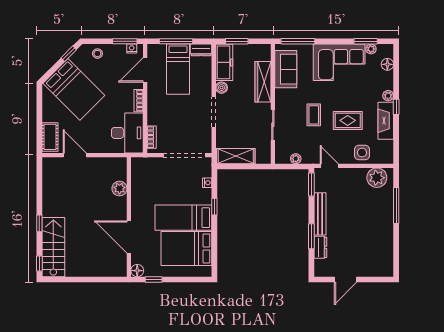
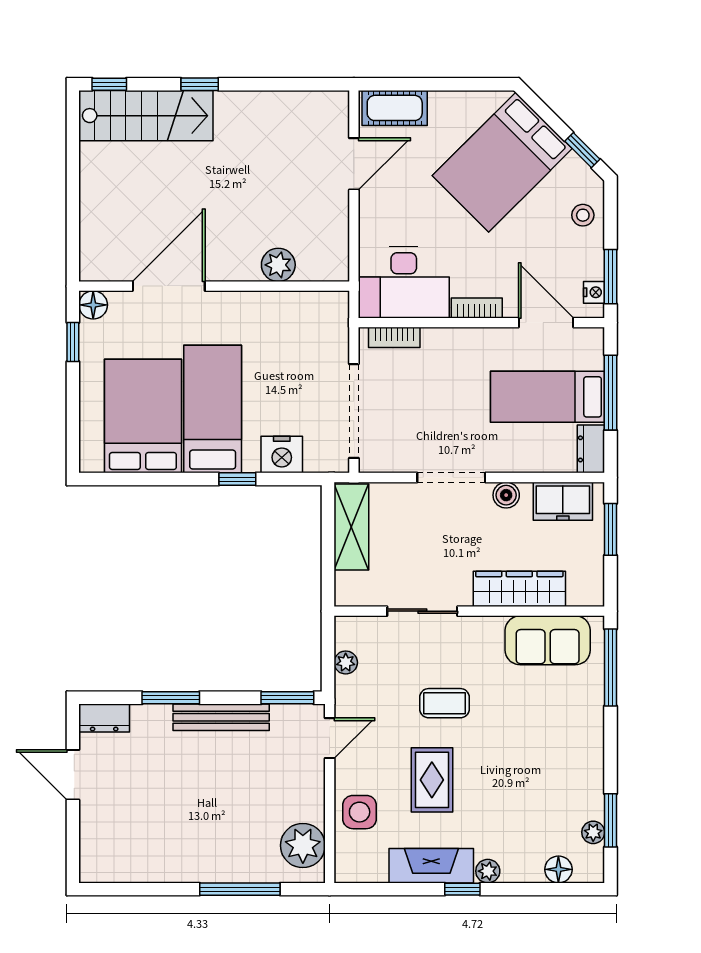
freezer: (224, 62) -> (563, 501), width x0.71
corner sofa: (339, 62) -> (563, 761), removed
nightstand: (207, 183) -> (282, 455), width x1.89, depth x1.79
dresser: (320, 247) -> (104, 718), moved

